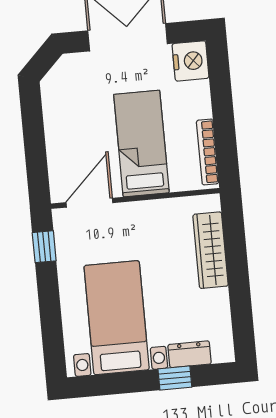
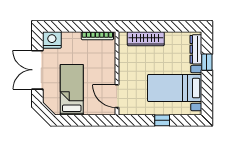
bed: (141, 144) -> (72, 90), moved, turned 90
window: (44, 247) -> (162, 120), moved
dresser: (190, 354) -> (196, 49), width x1.44

